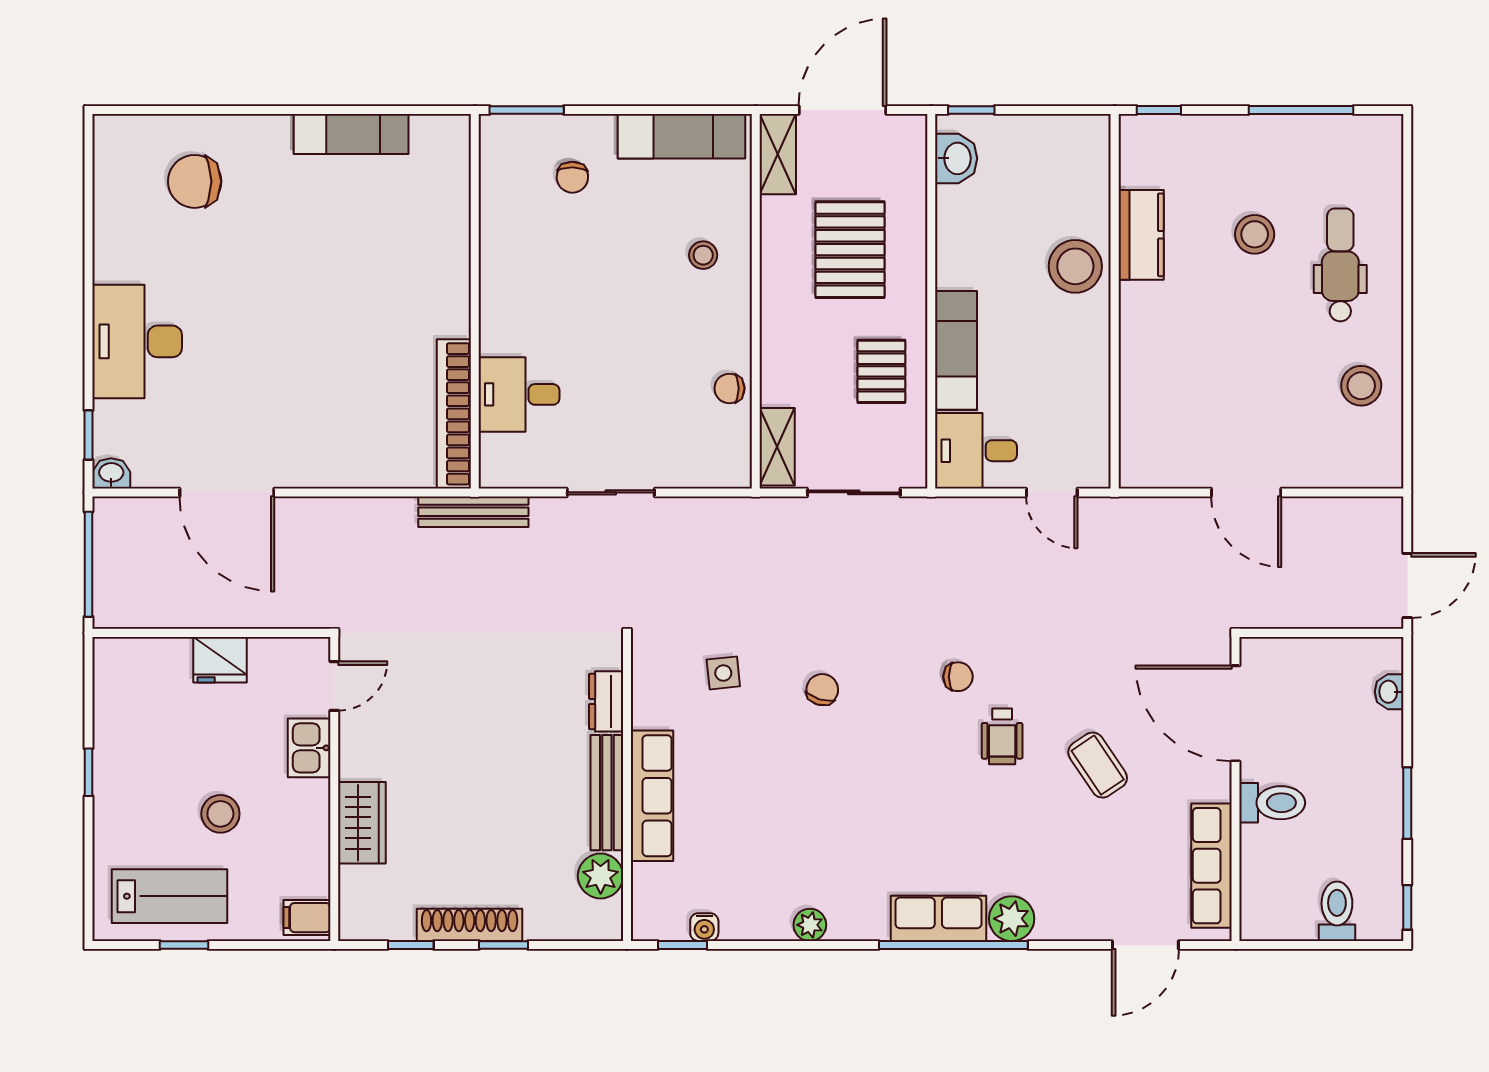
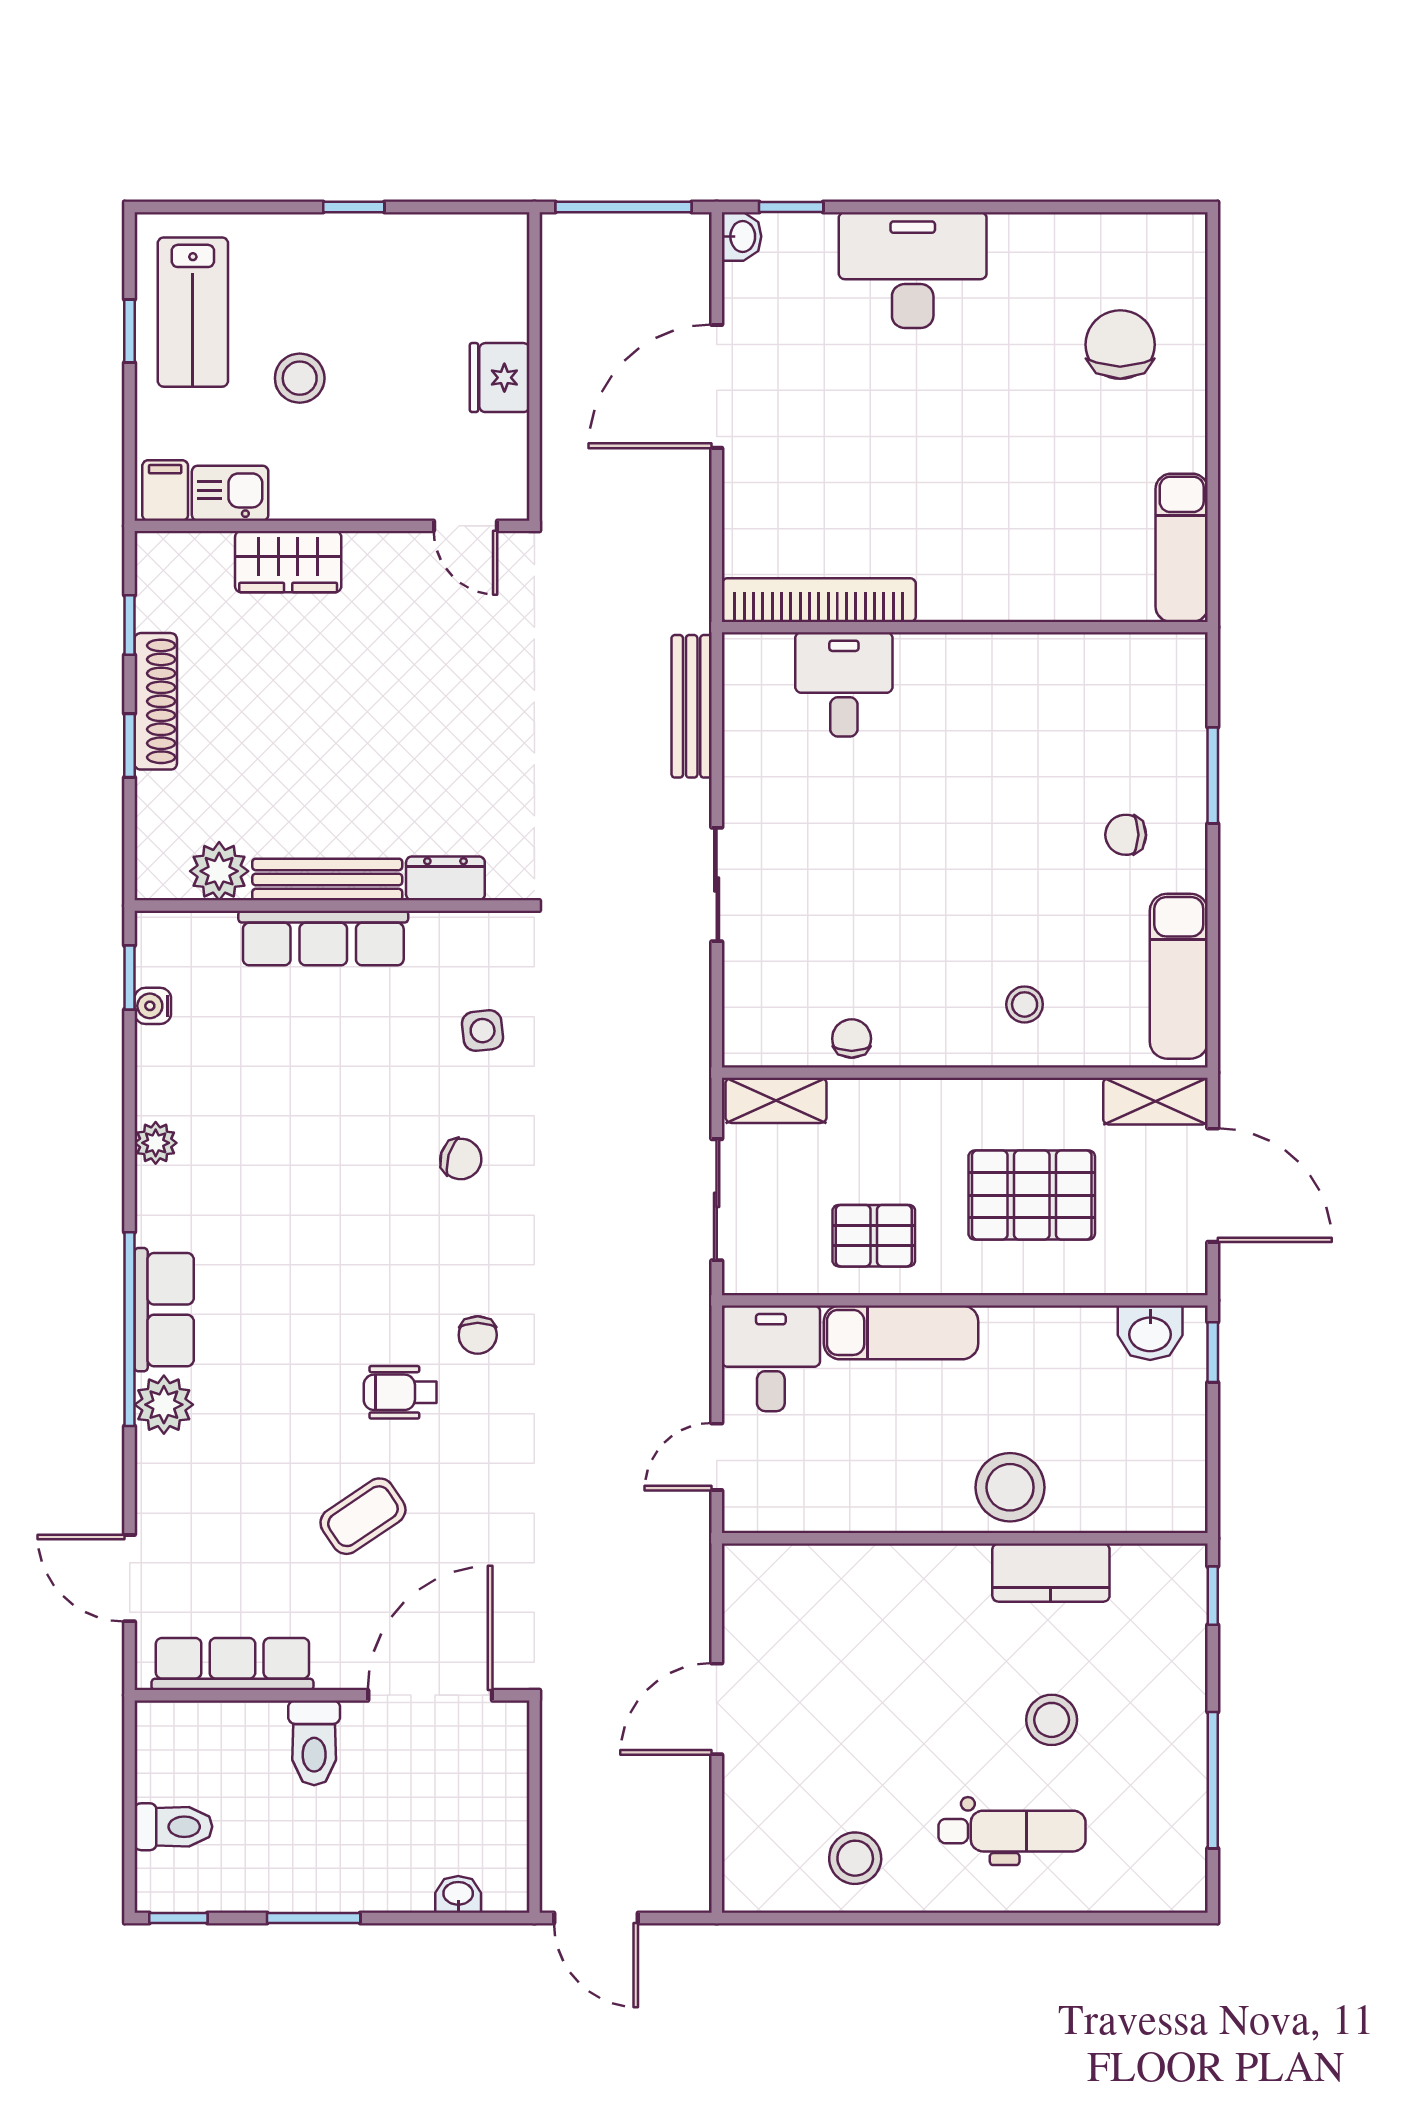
wall: (475, 301) -> (965, 627), moved
desk: (519, 394) -> (844, 684), moved
bookcase: (454, 414) -> (819, 600), moved
kitchen sink: (309, 748) -> (230, 493), moved

